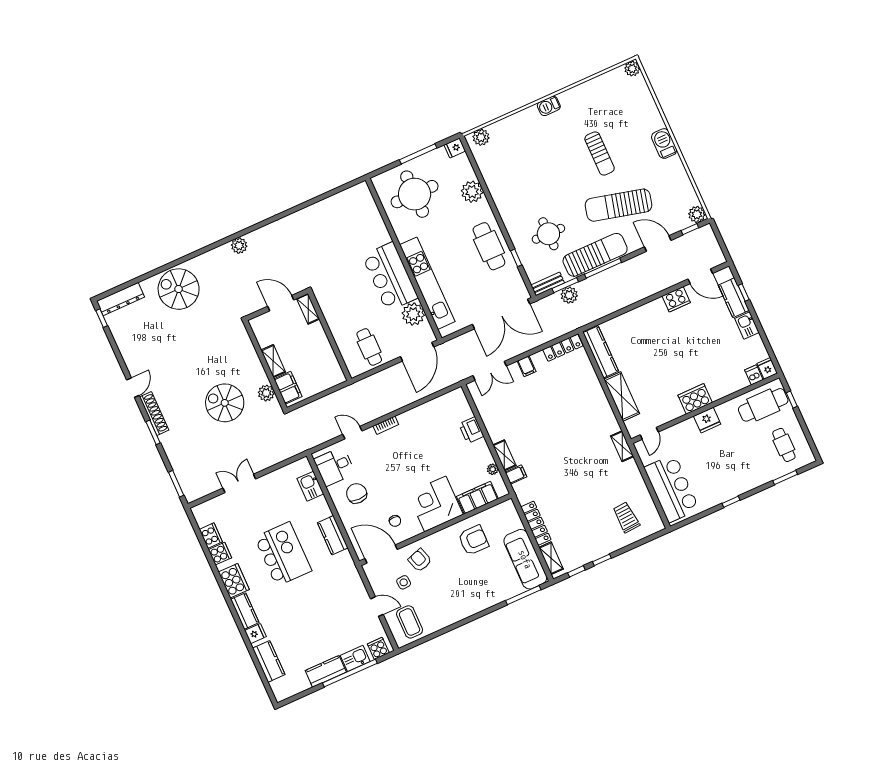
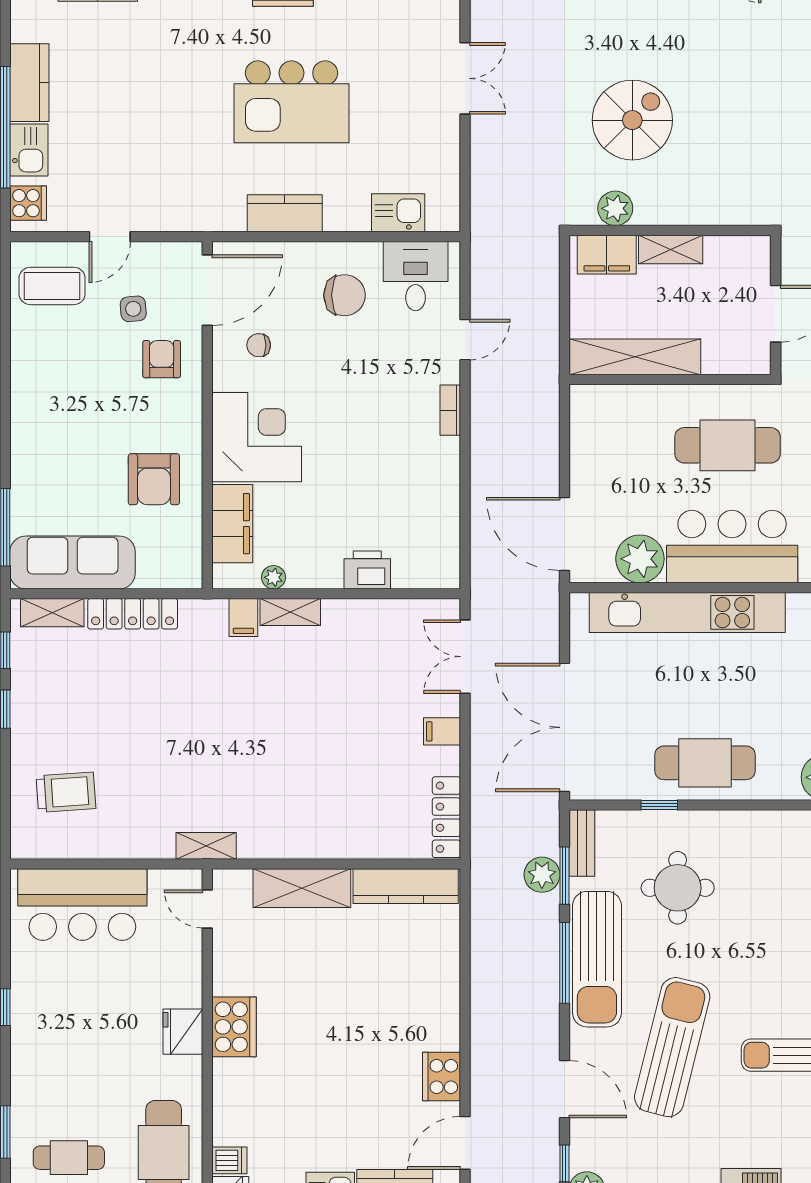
door: (658, 244) -> (564, 1089), hinge flipped
shelving: (308, 309) -> (635, 357), moved, width x2.20, depth x1.33
cafe table: (369, 347) -> (728, 445), moved, width x1.37, depth x1.35
armchair: (420, 560) -> (162, 359), turned -72

